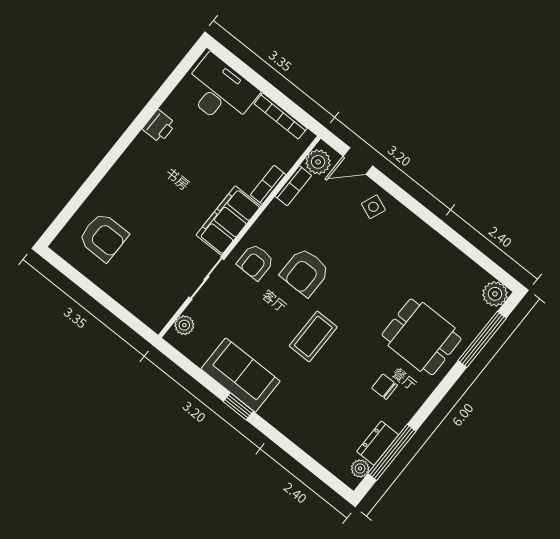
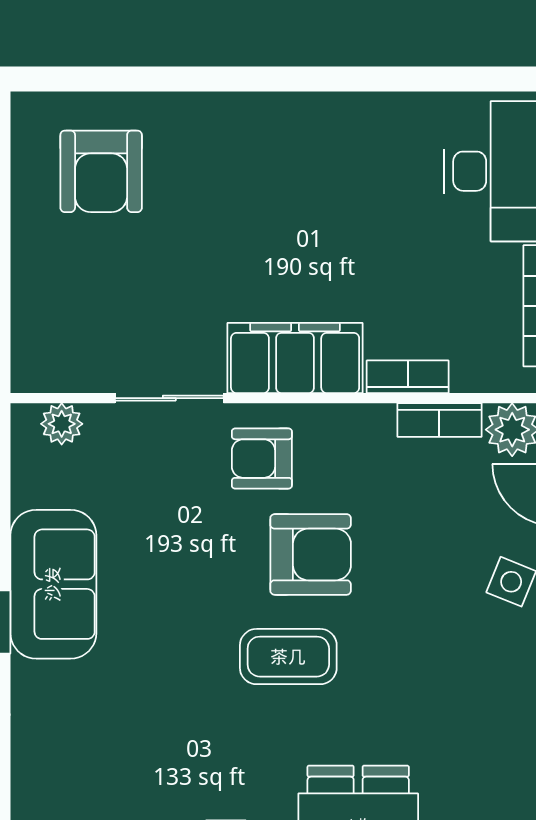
printer: (159, 126) -> (360, 117), removed
armchair: (305, 272) -> (311, 554), turned 180
coffee table: (313, 336) -> (288, 657), moved

